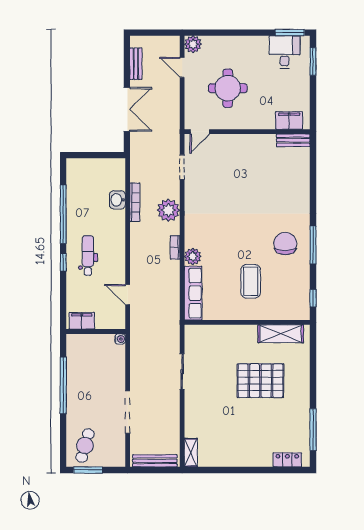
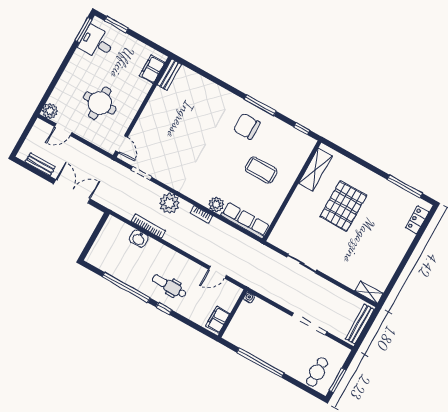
cafe table: (85, 446) -> (317, 372), turned 74

